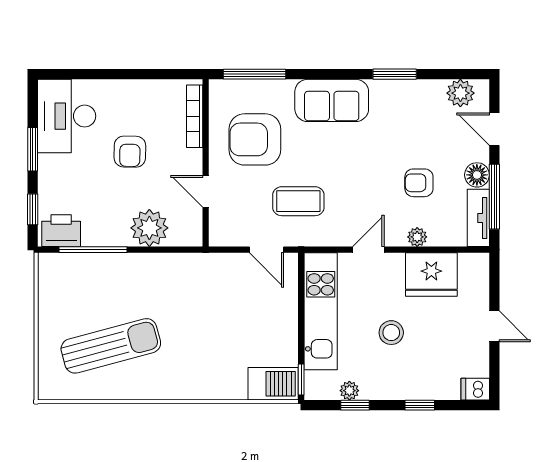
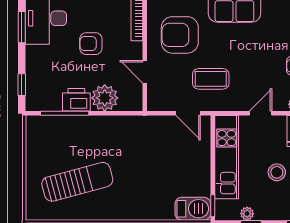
window: (33, 149) -> (22, 27), moved
armchair: (130, 152) -> (91, 44), turned 89
printer: (61, 231) -> (76, 100), moved

